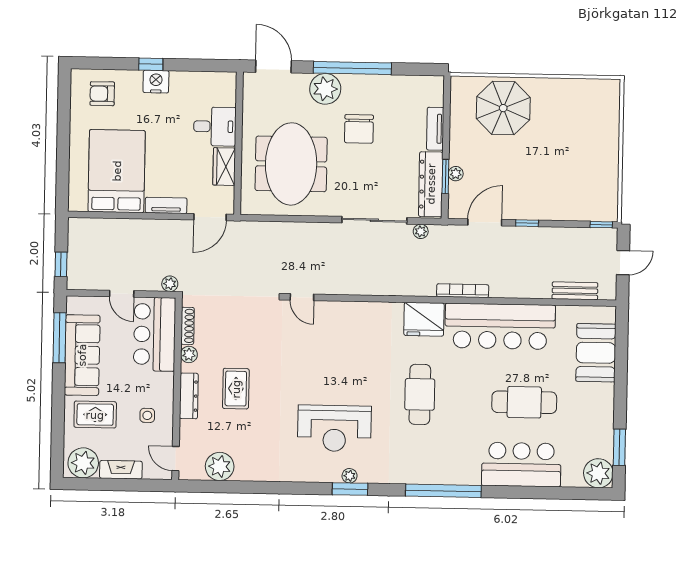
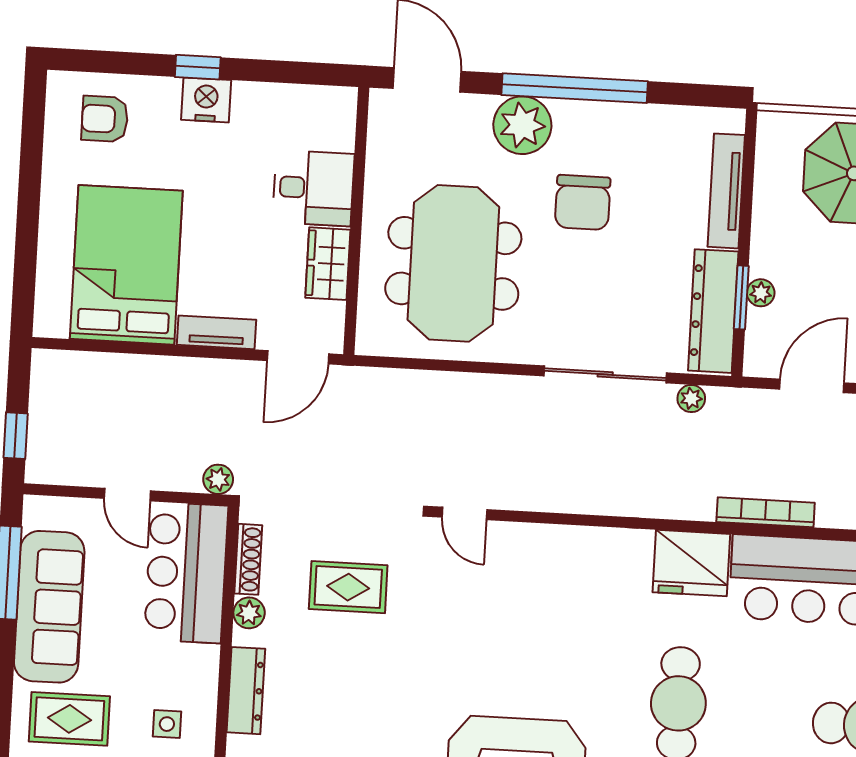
tv unit: (435, 129) -> (726, 191), width x1.41
rug: (236, 389) -> (348, 587), moved, turned 90

